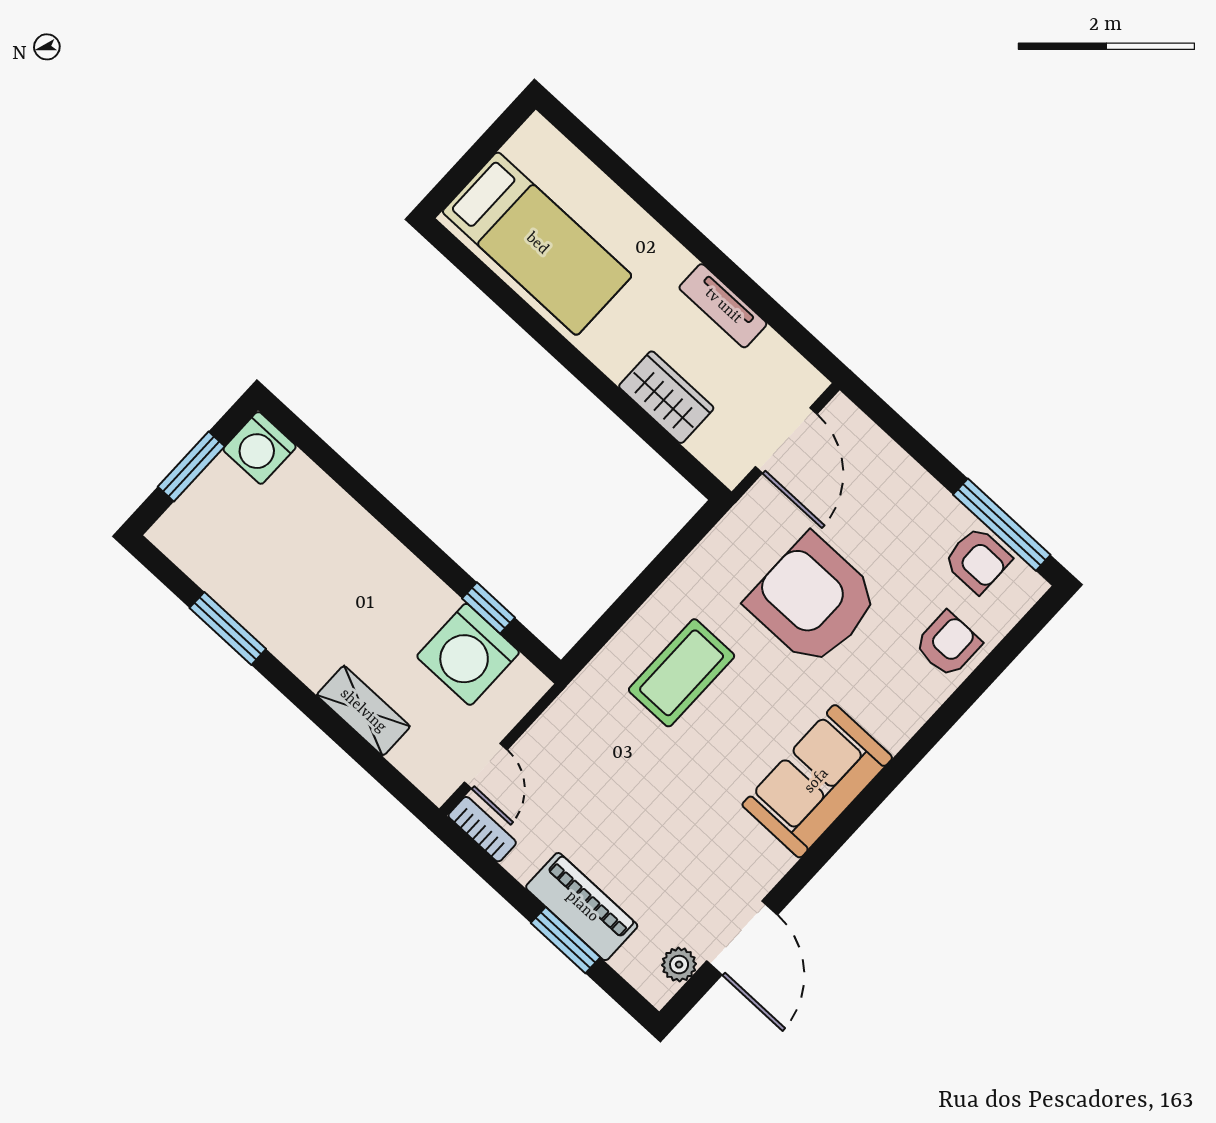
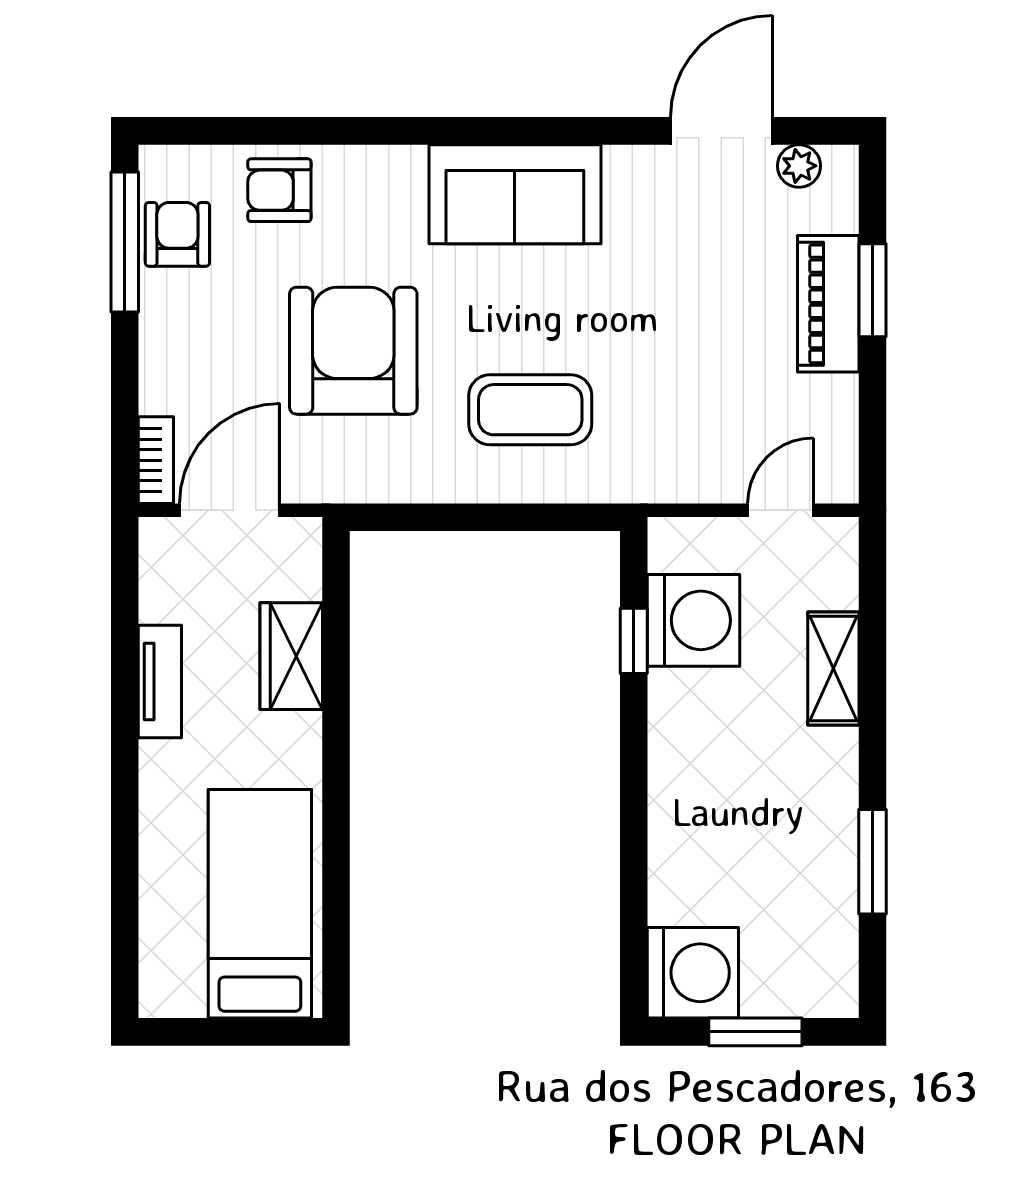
washing machine: (260, 448) -> (693, 973), width x1.37, depth x1.37
armchair: (813, 600) -> (353, 351), turned 180
bookcase: (482, 829) -> (156, 460), moved, turned 180

